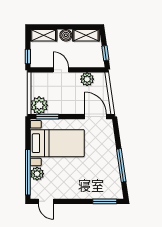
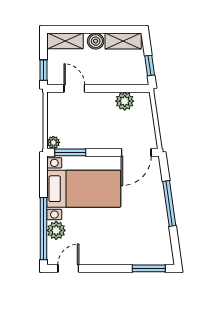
door: (61, 70) -> (74, 88), moved
plant: (39, 105) -> (53, 142), width x0.53, depth x0.53
door: (96, 117) -> (136, 152), swing flipped
window: (121, 165) -> (169, 204), moved
door: (46, 201) -> (68, 268), swing flipped

